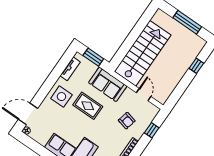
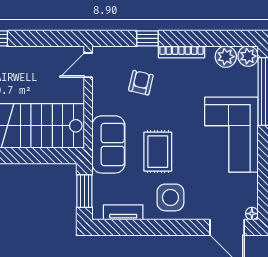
door: (144, 95) -> (88, 65), moved
window: (152, 130) -> (148, 38), moved

